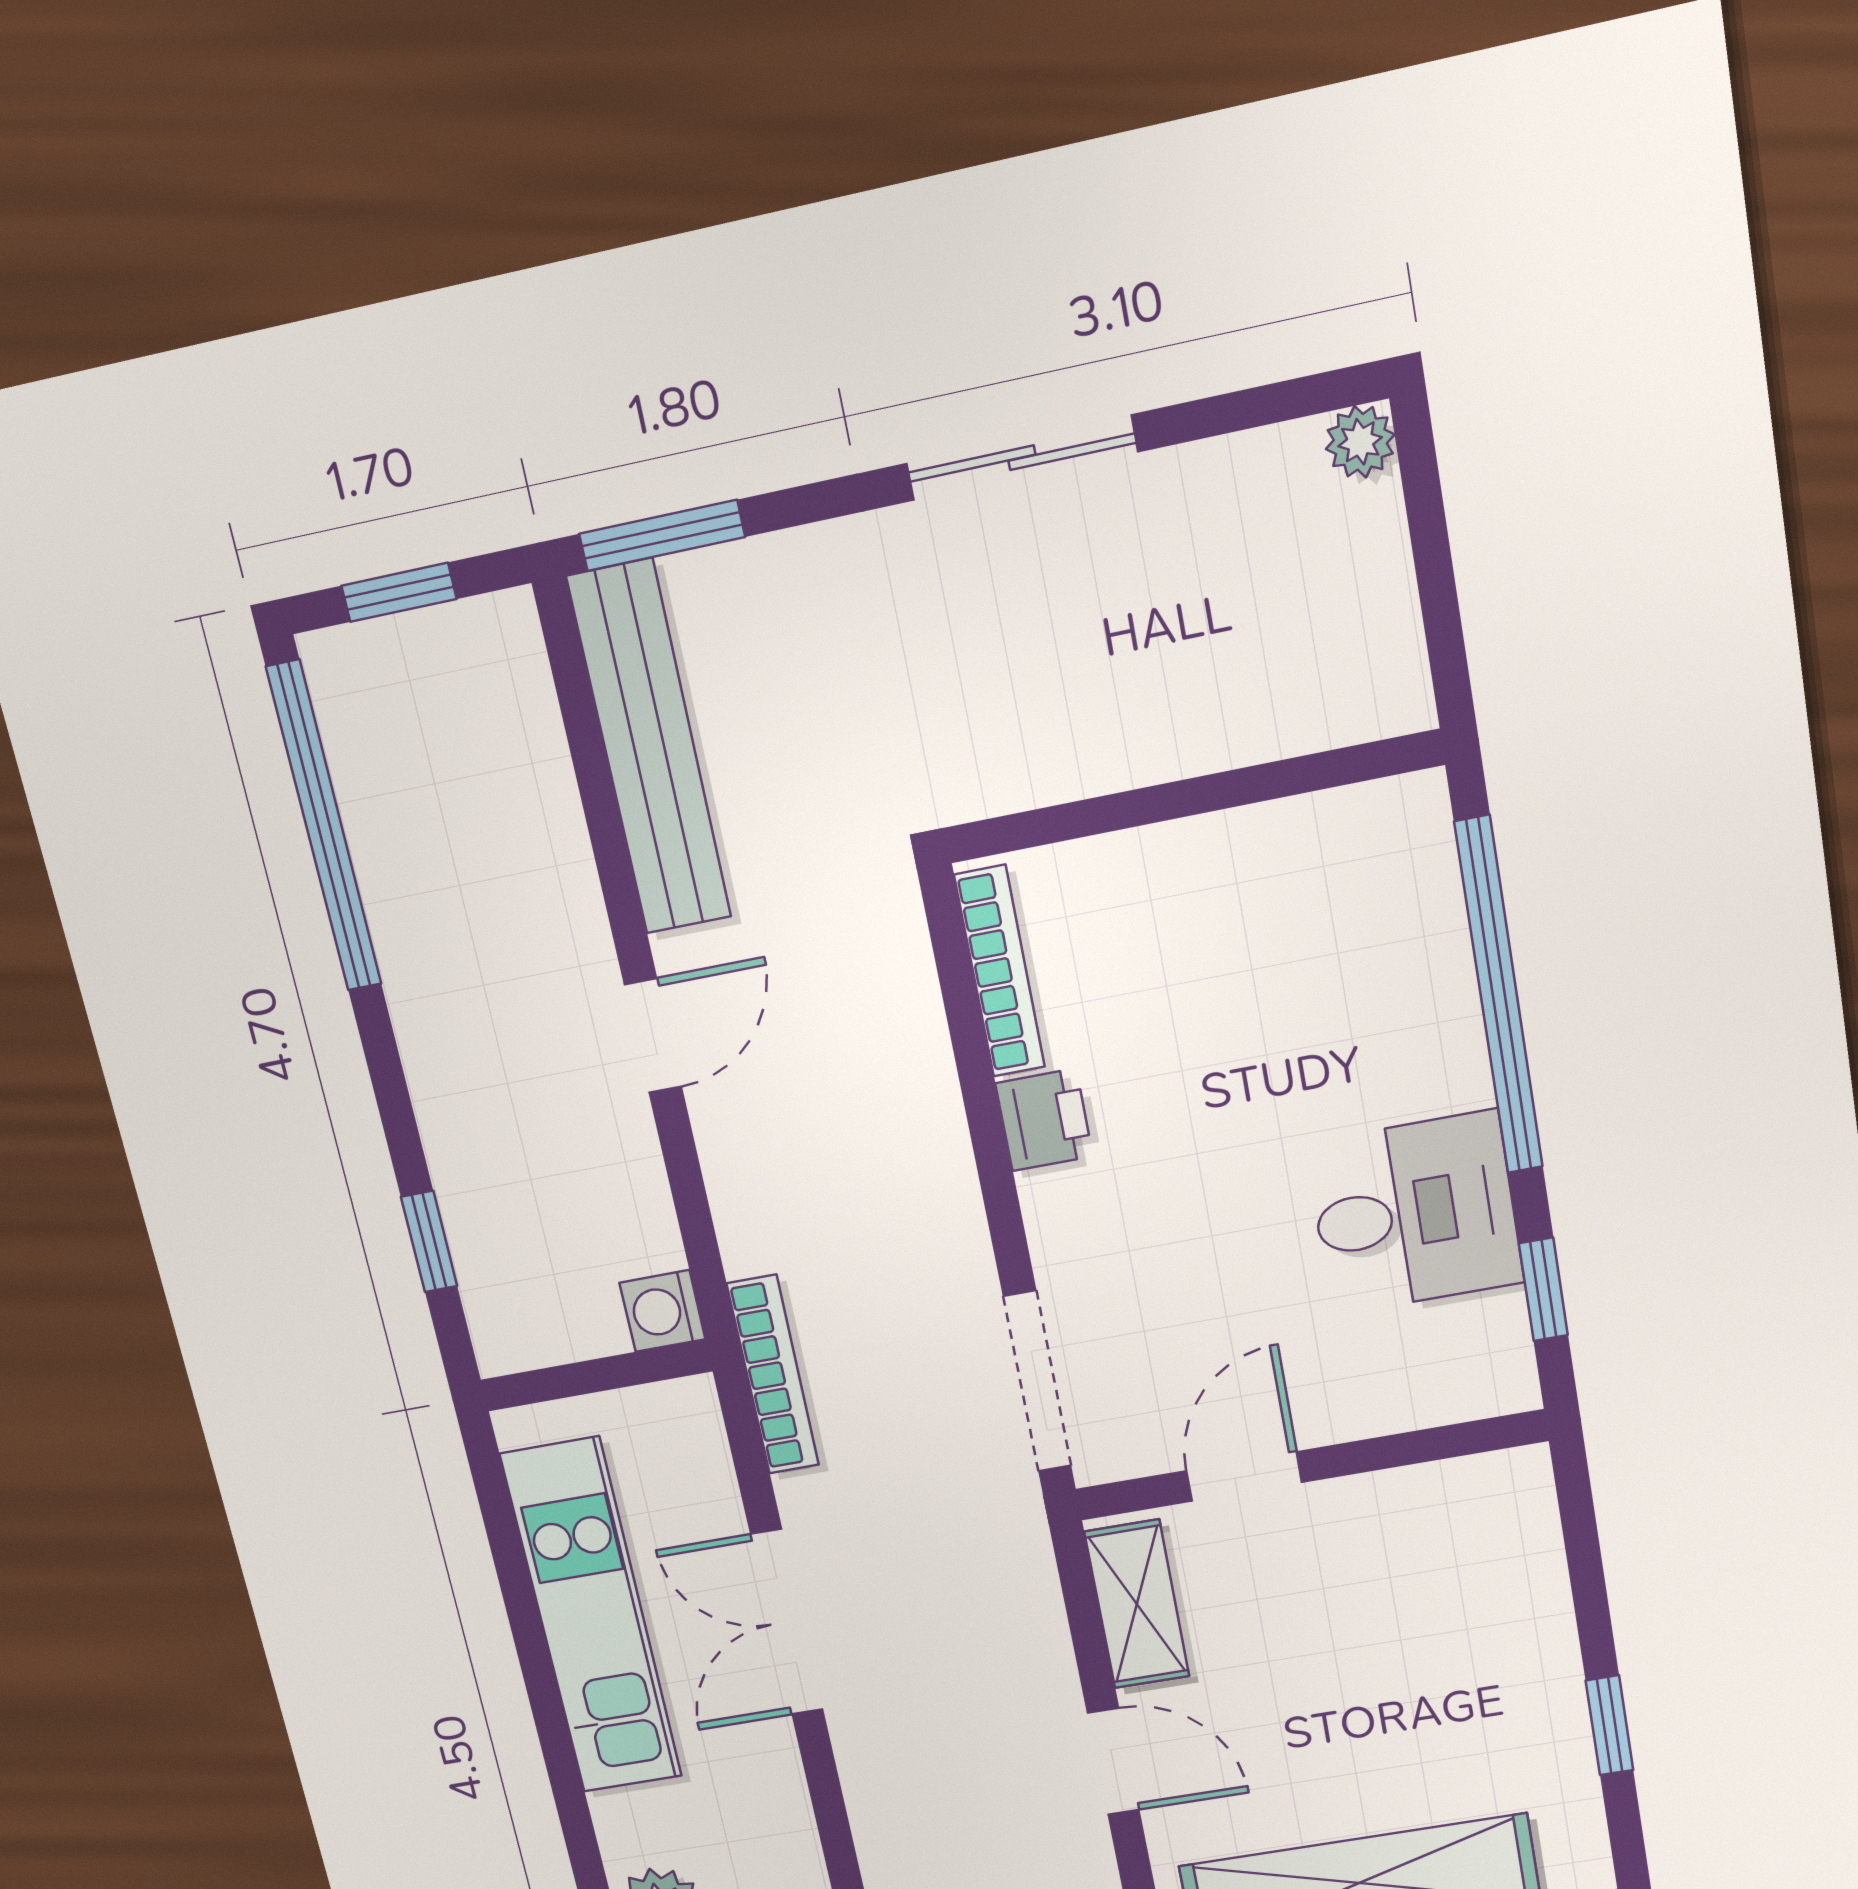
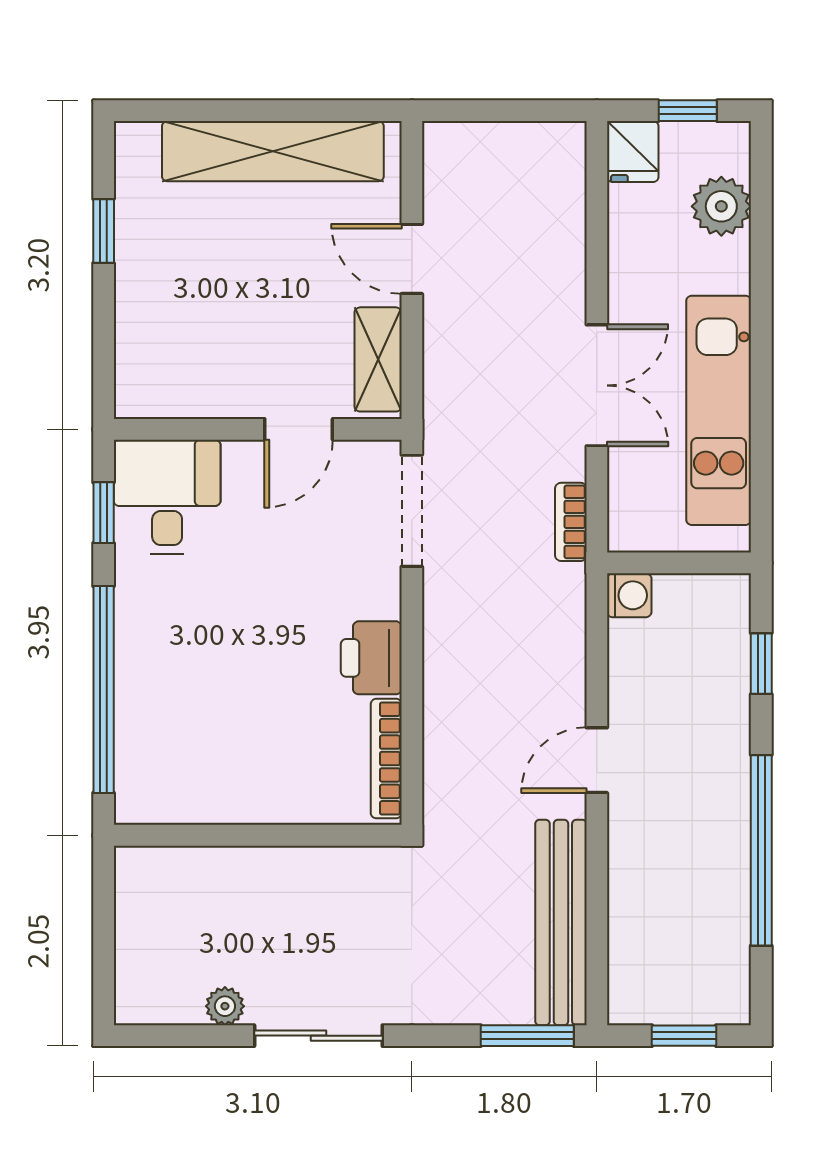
plant: (1360, 442) -> (225, 1006), moved
window: (324, 827) -> (761, 850), moved
printer: (1044, 1120) -> (371, 658), width x1.36, depth x1.24
desk: (1415, 1213) -> (167, 497), moved, turned 90
bookcase: (773, 1375) -> (571, 522), width x0.64

